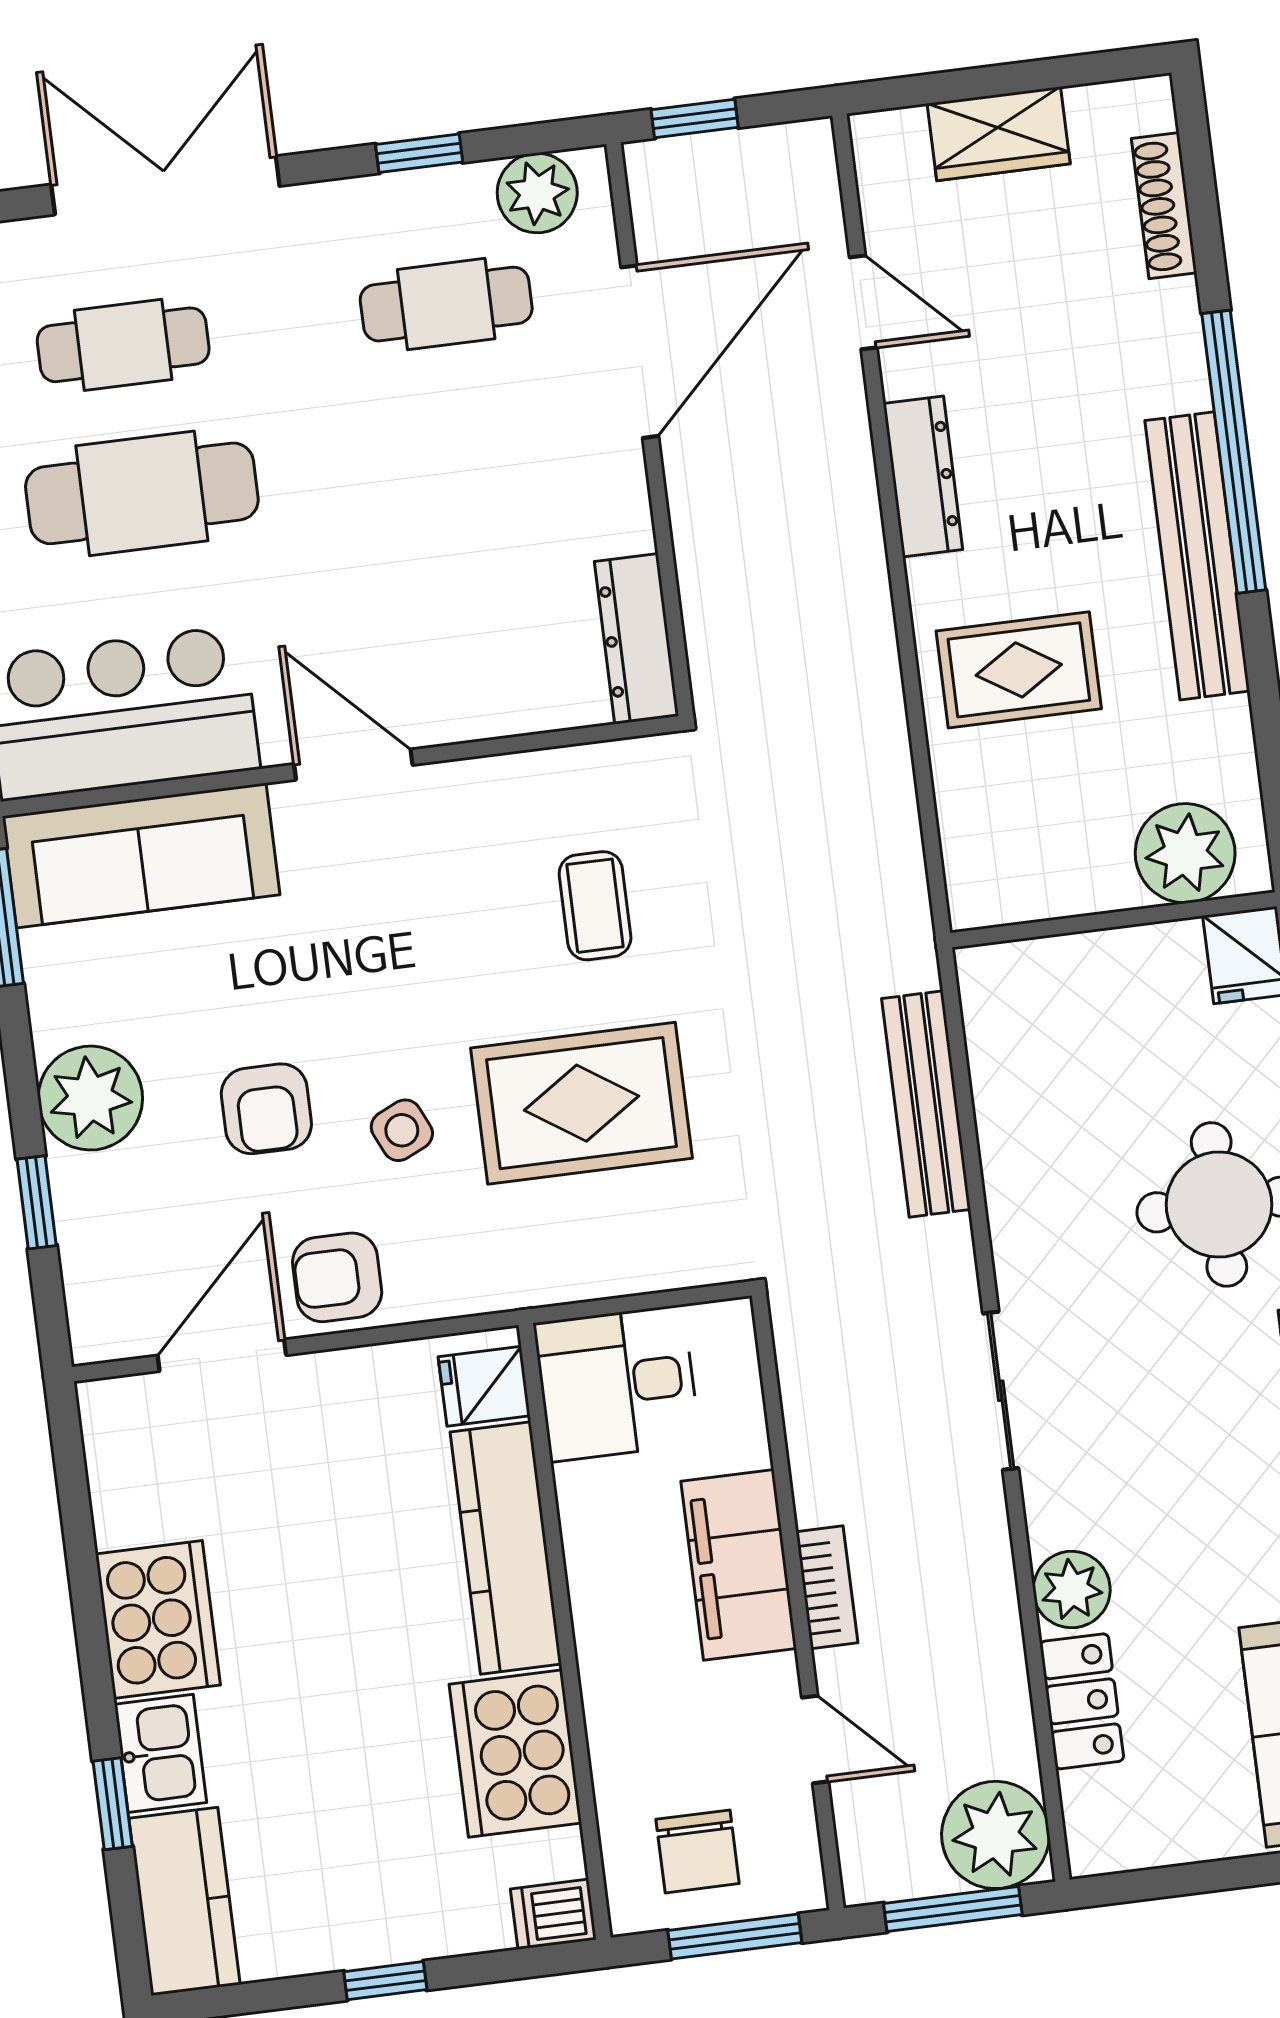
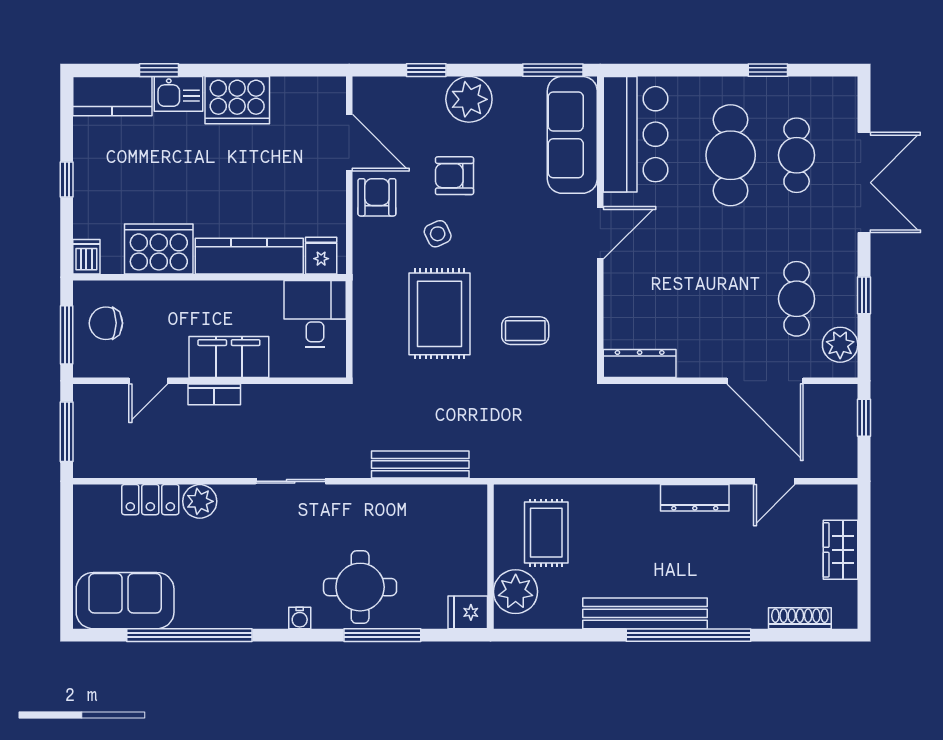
rug: (1019, 670) -> (546, 533), moved
plant: (995, 1835) -> (97, 454), removed

